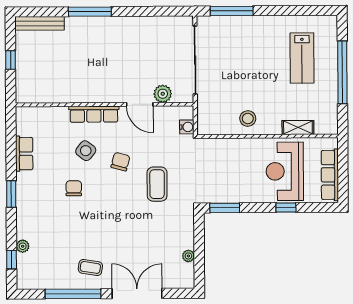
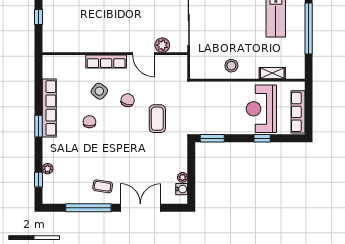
water cooler: (187, 127) -> (182, 189), moved
row of seats: (24, 154) -> (49, 108), width x2.02

